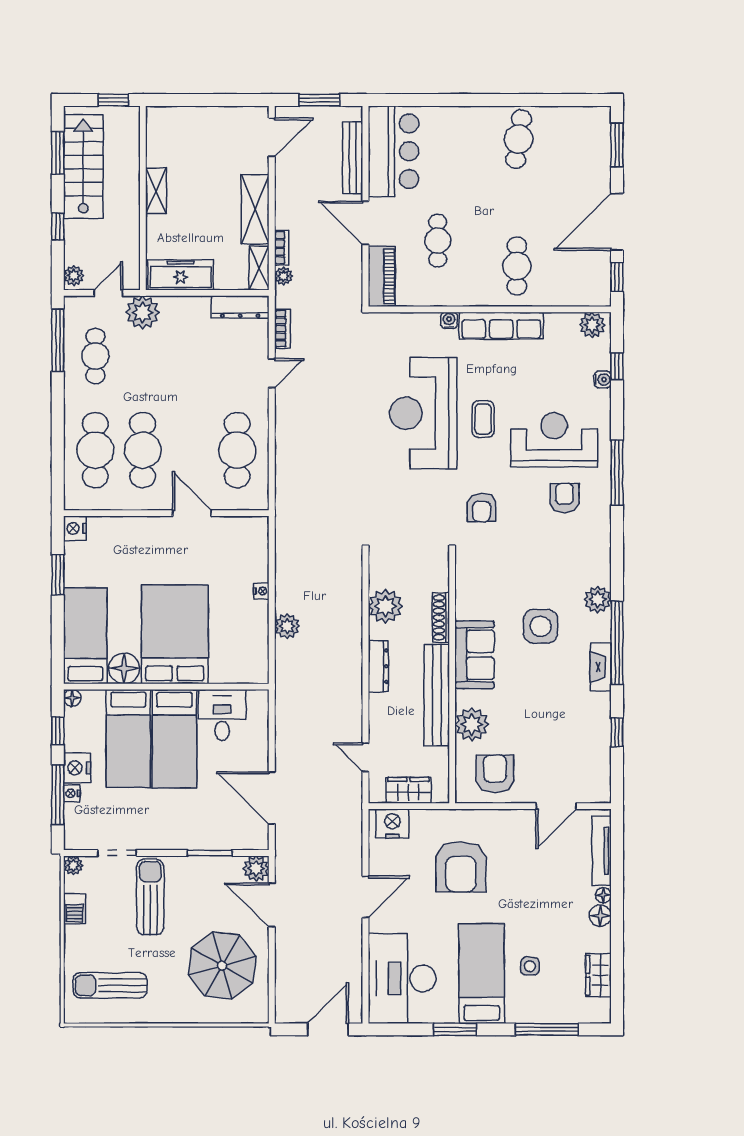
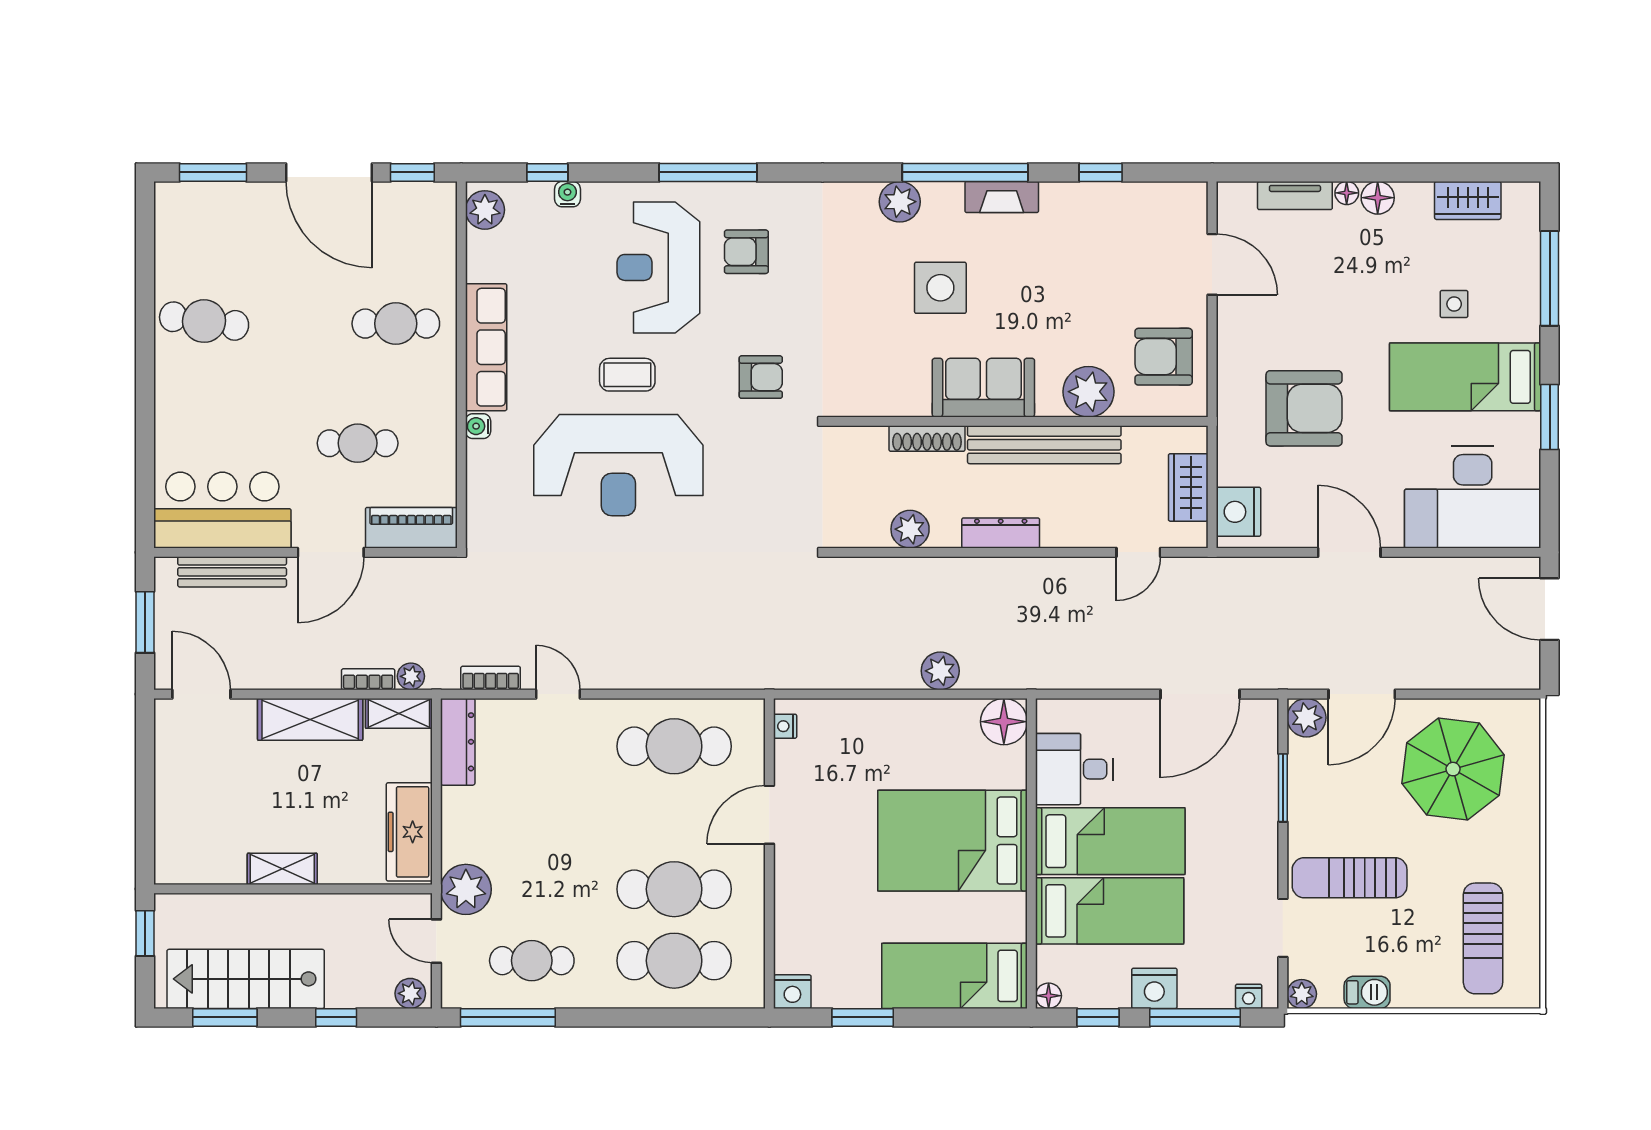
nightstand: (261, 591) -> (785, 726), moved, turned -90
plant: (385, 606) -> (910, 529), width x0.73, depth x0.73
floor lamp: (124, 668) -> (1004, 722), moved
nightstand: (72, 793) -> (1249, 996), moved
tv unit: (602, 851) -> (1295, 196), width x0.71

